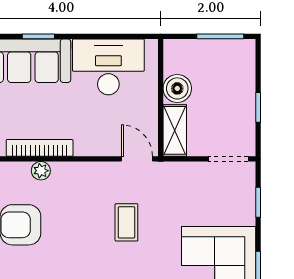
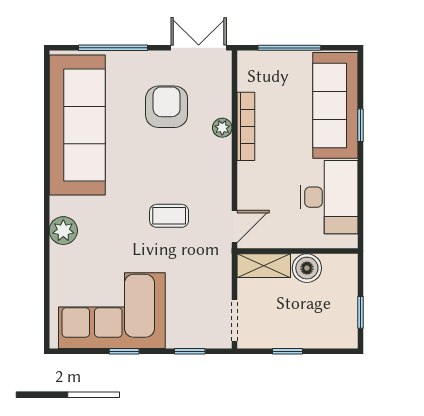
window: (220, 36) -> (361, 312), width x0.67

